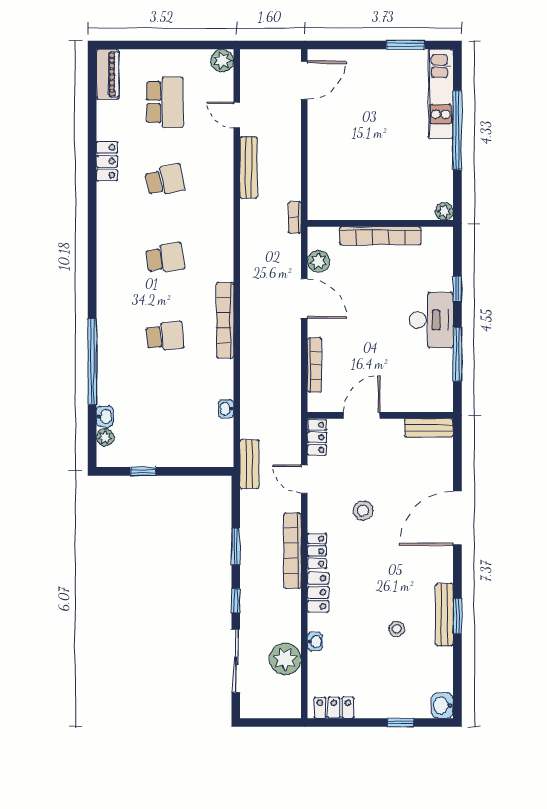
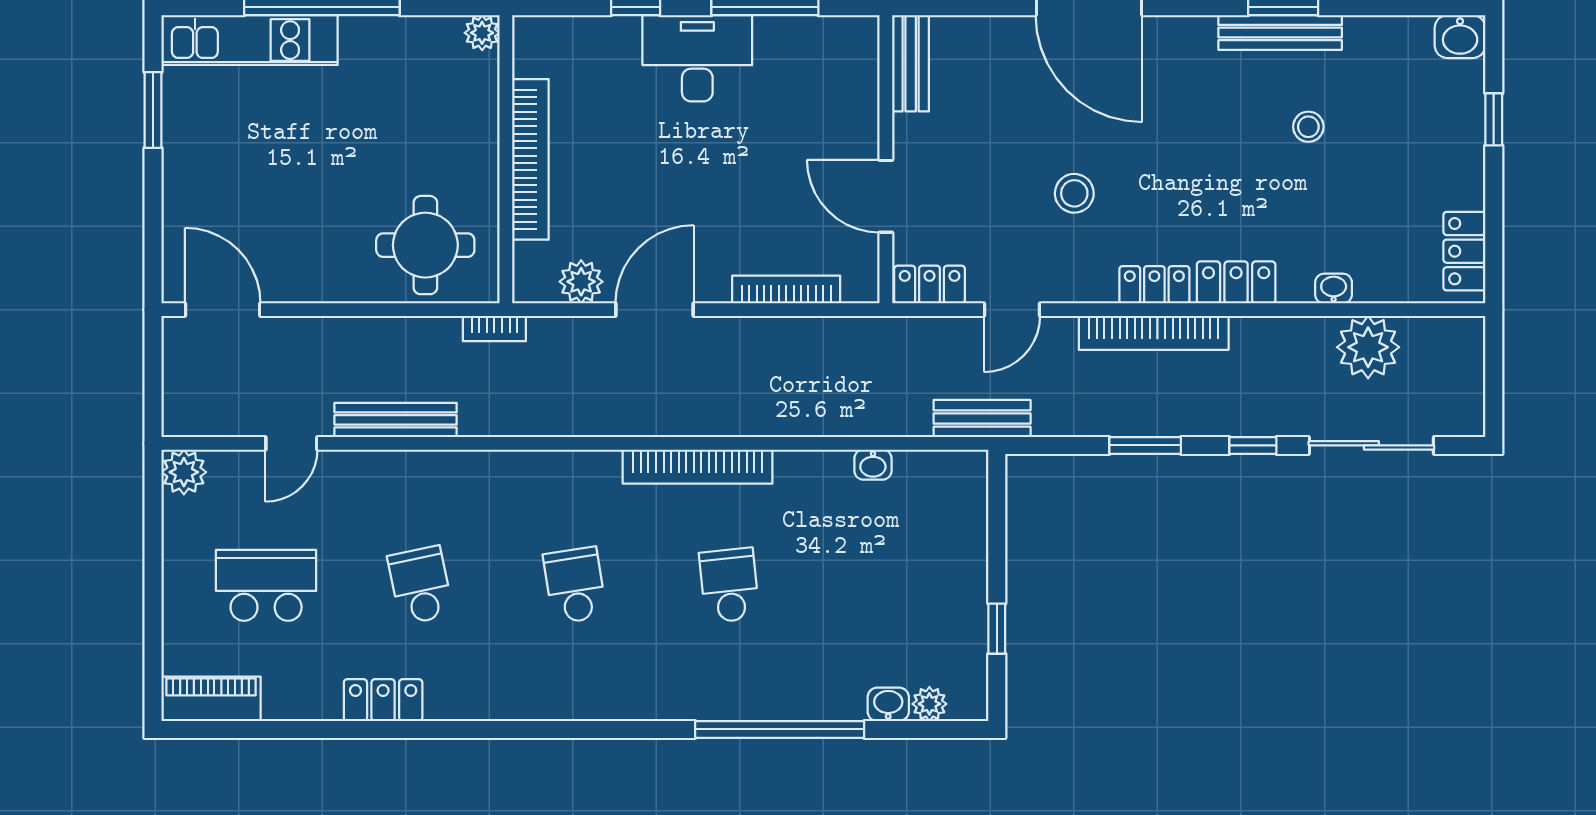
round table: (337, 183) -> (425, 245), added

